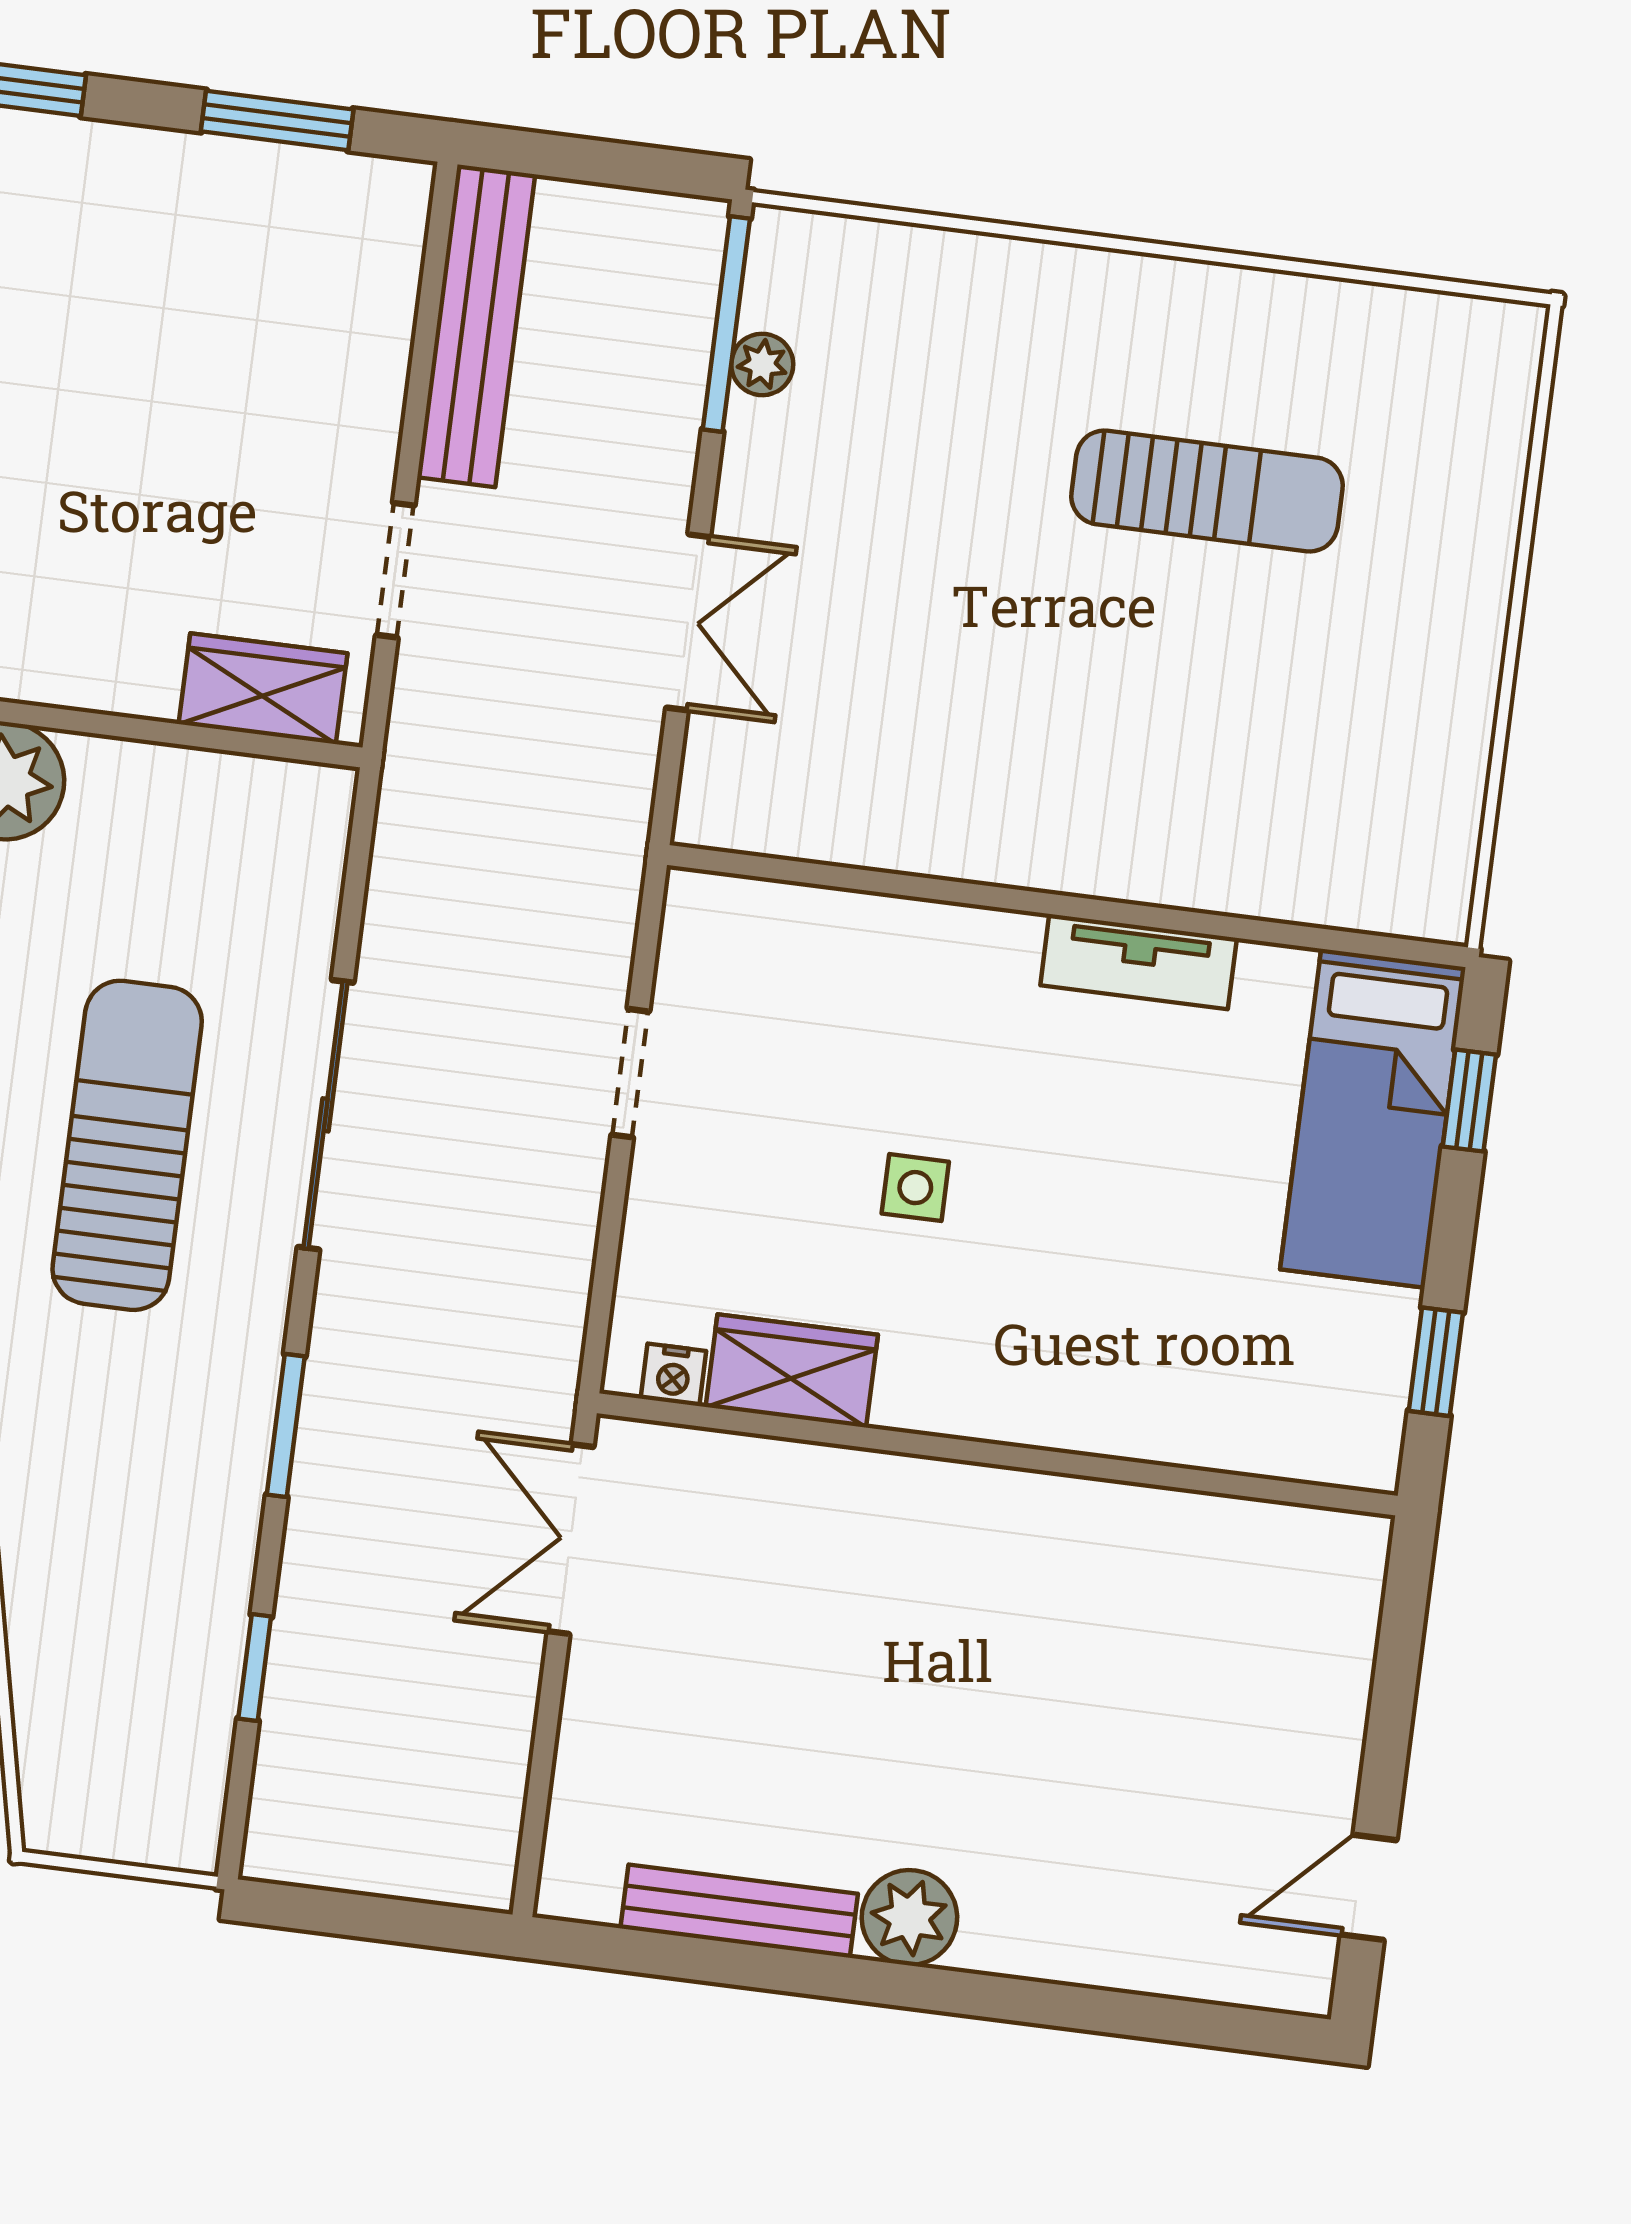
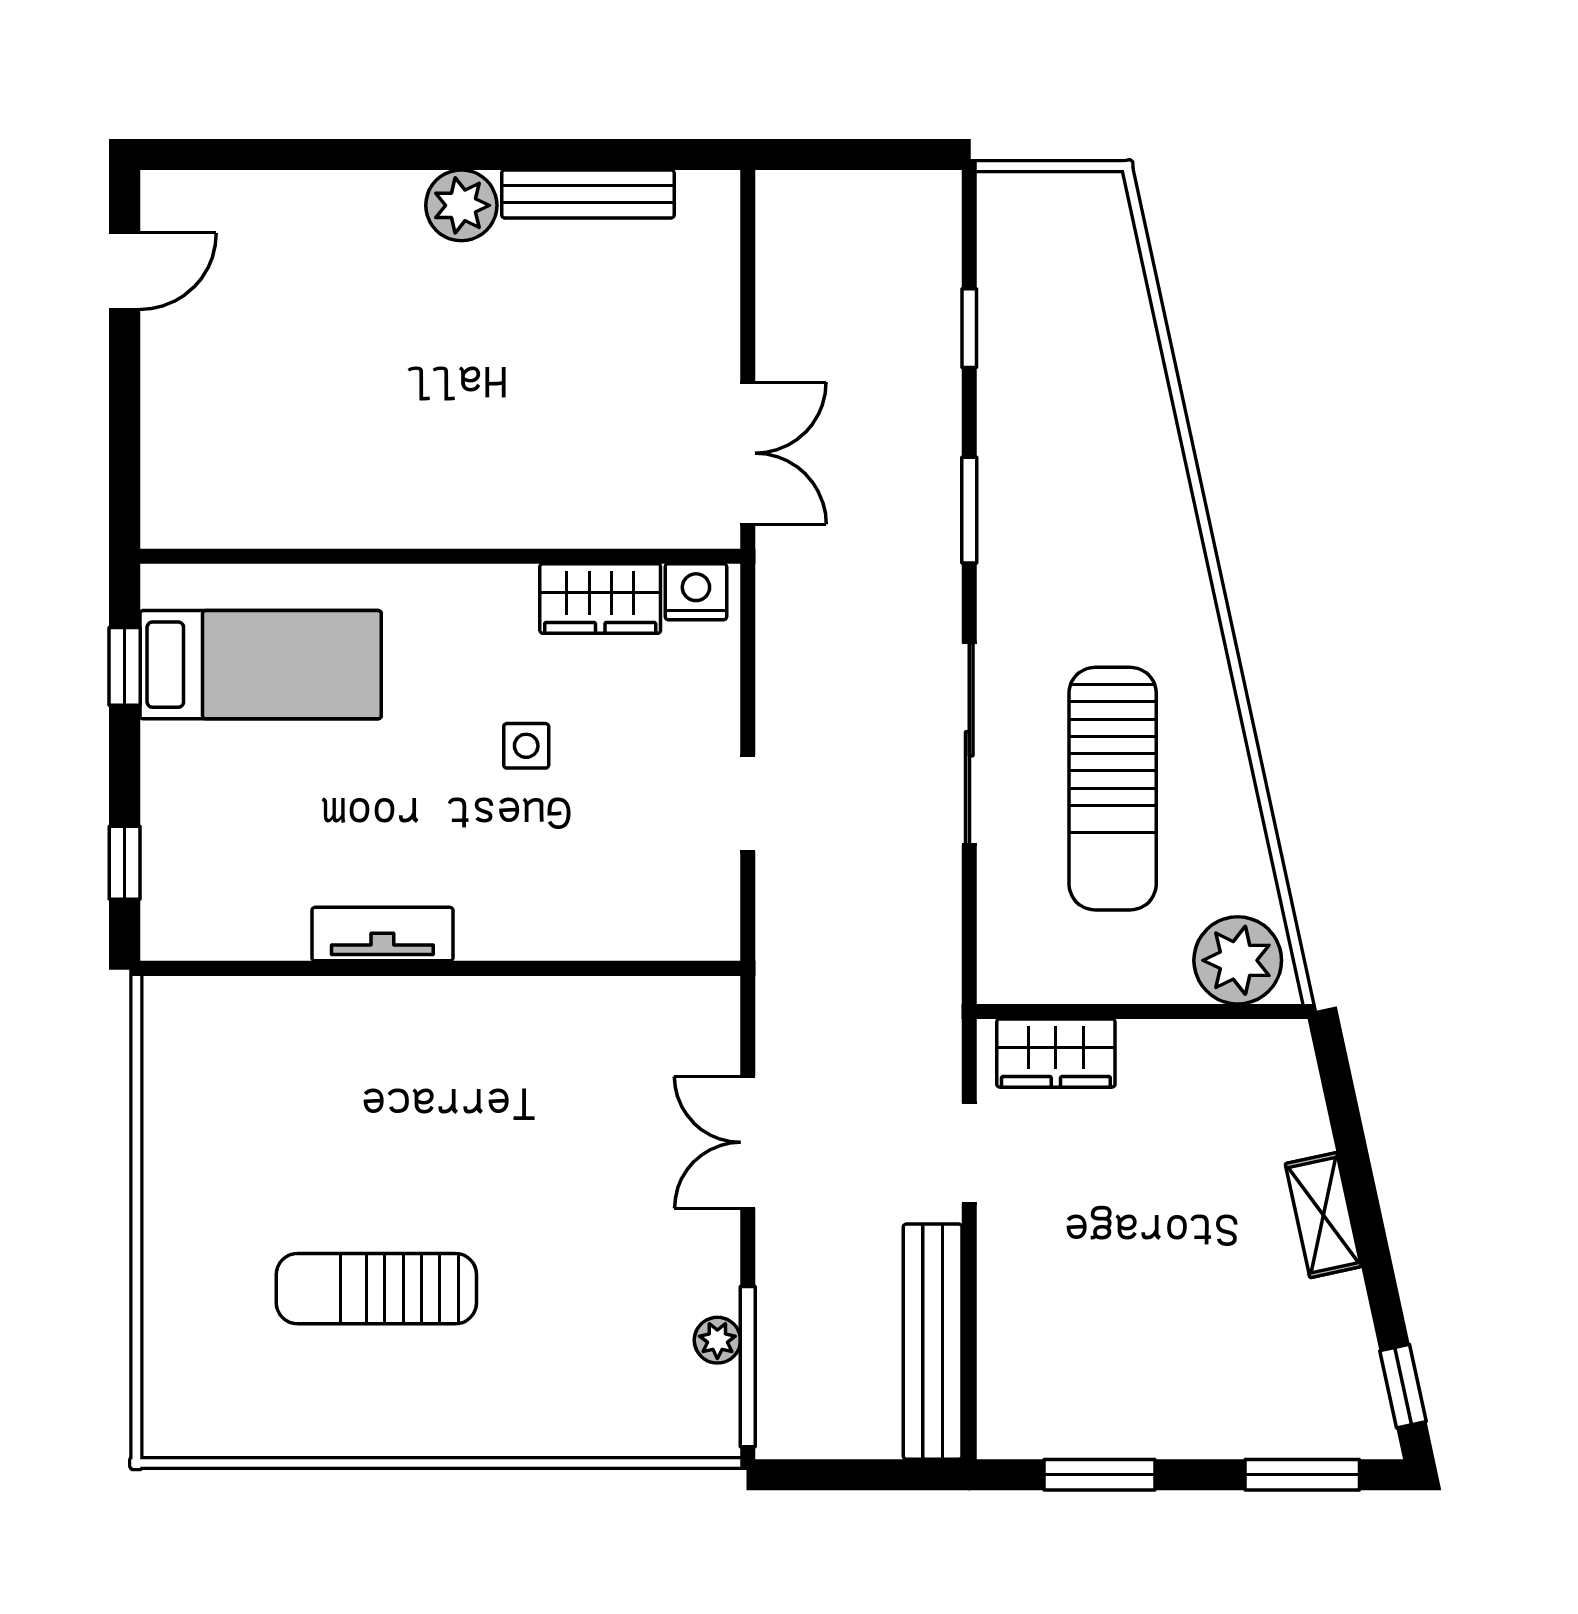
bed: (1373, 1118) -> (261, 665), moved, turned 90
sun lounger: (127, 1145) -> (1113, 789), moved
nightstand: (673, 1375) -> (696, 592), width x1.39, depth x1.35

